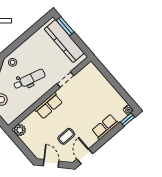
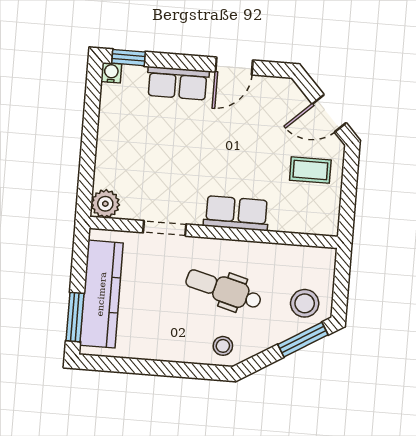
plant: (20, 130) -> (105, 204), moved
coffee table: (66, 136) -> (310, 170), moved
door: (85, 156) -> (234, 66), moved
door: (51, 163) -> (329, 113), hinge flipped

